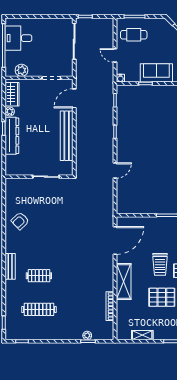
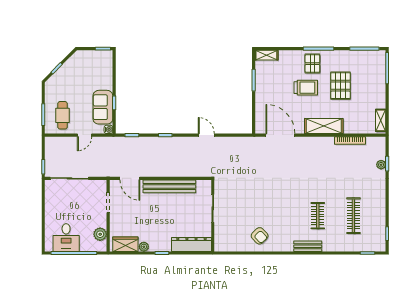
sofa: (156, 73) -> (103, 107), moved
dresser: (12, 136) -> (191, 244), moved
shelving: (142, 335) -> (381, 120), moved

